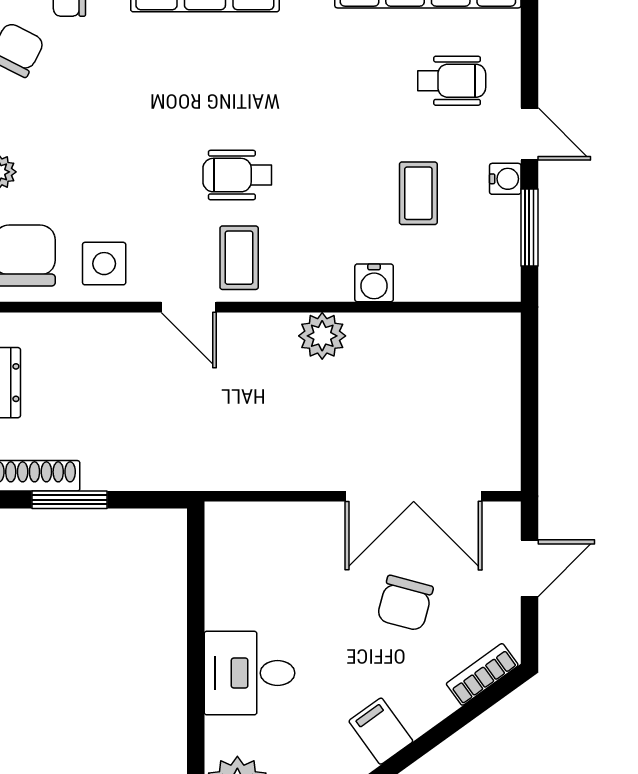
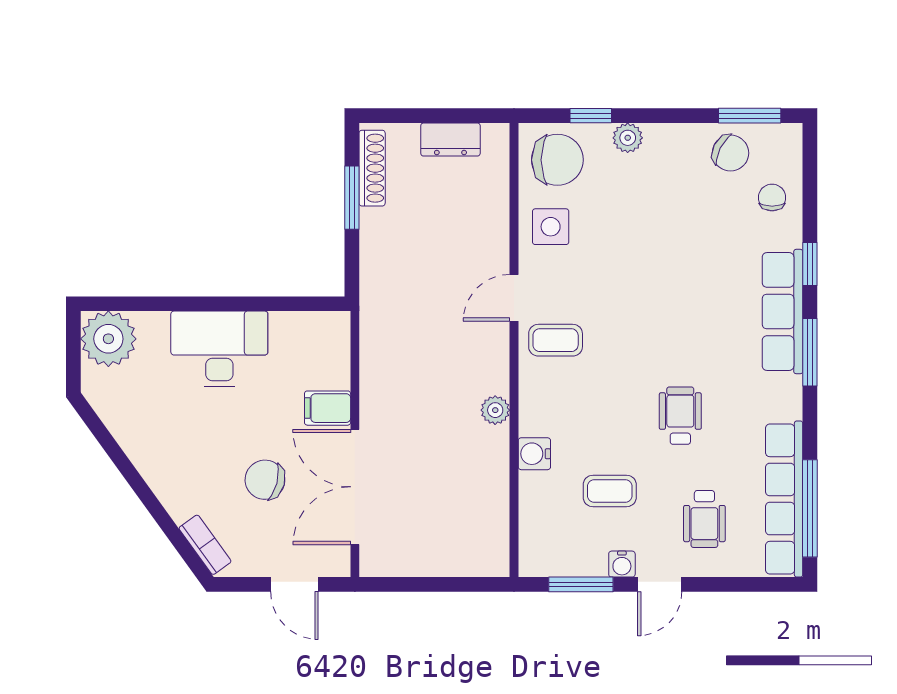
wheelchair: (237, 175) -> (680, 416), moved
plant: (322, 336) -> (495, 410), width x0.73, depth x0.73
desk: (249, 673) -> (219, 349), width x1.37
filing cabinet: (381, 731) -> (328, 408), moved, turned -144

